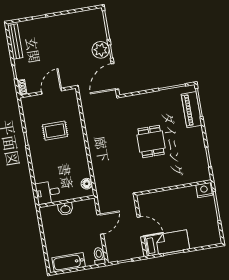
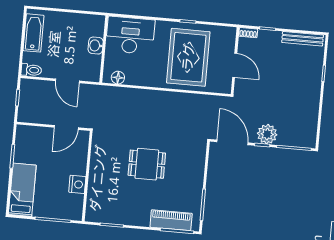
rug: (55, 131) -> (188, 57), width x1.86, depth x2.06
nightstand: (204, 190) -> (77, 184), moved
desk: (48, 192) -> (130, 35), width x1.87, depth x1.30
door: (141, 227) -> (66, 128), moved
bed: (167, 243) -> (22, 190), moved, turned 180

